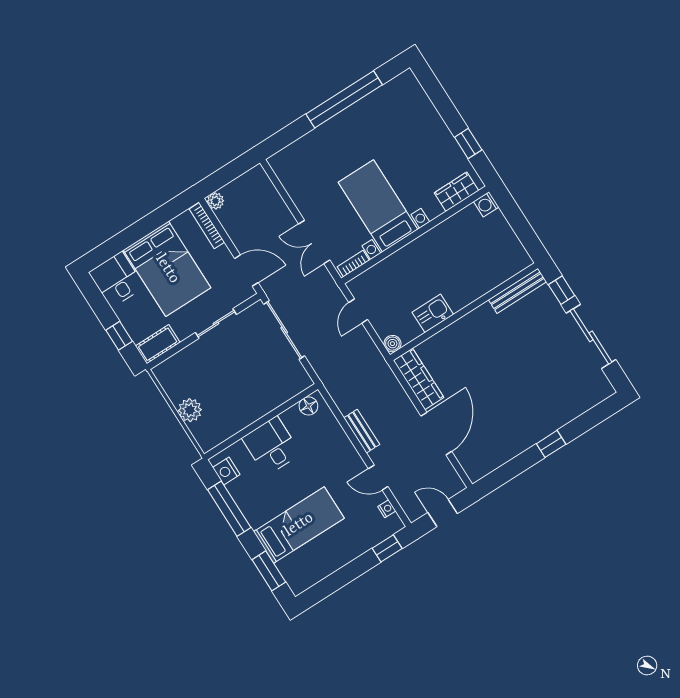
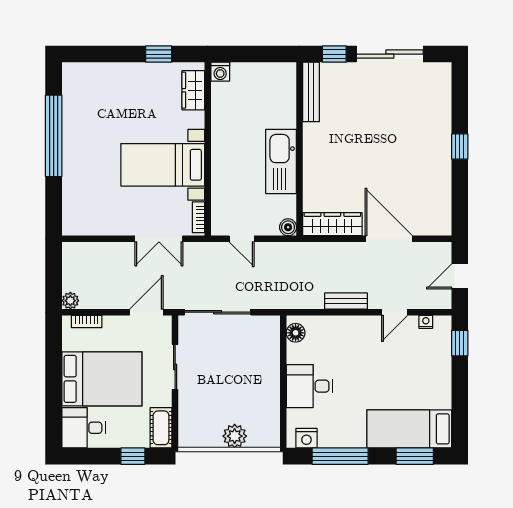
bookcase: (207, 226) -> (87, 321), width x0.64
kitchen sink: (433, 313) -> (281, 161), width x1.87, depth x1.24
bed: (299, 525) -> (409, 429), moved, turned -90

